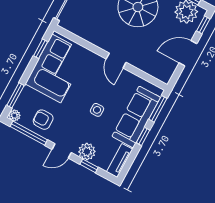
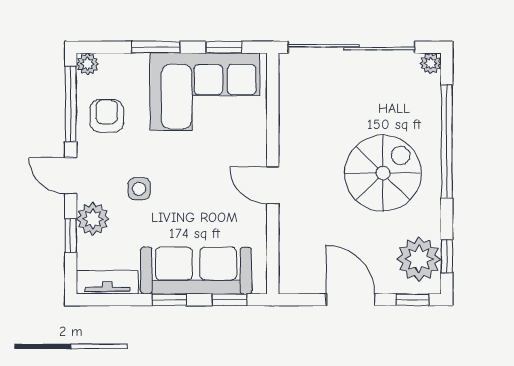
door: (116, 61) -> (273, 185), hinge flipped
window: (15, 95) -> (156, 47), moved
window: (158, 109) -> (230, 300), width x0.67
side table: (97, 110) -> (139, 189), moved

